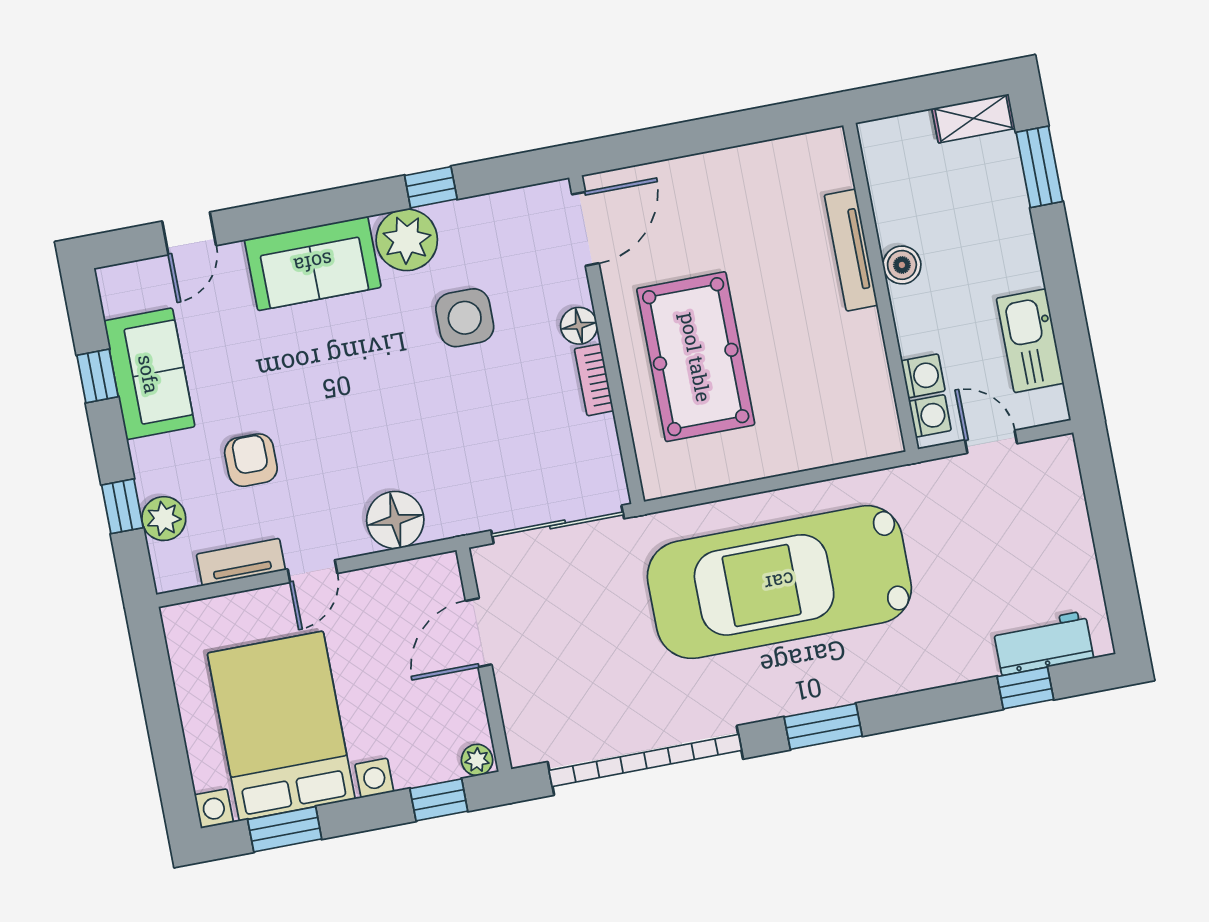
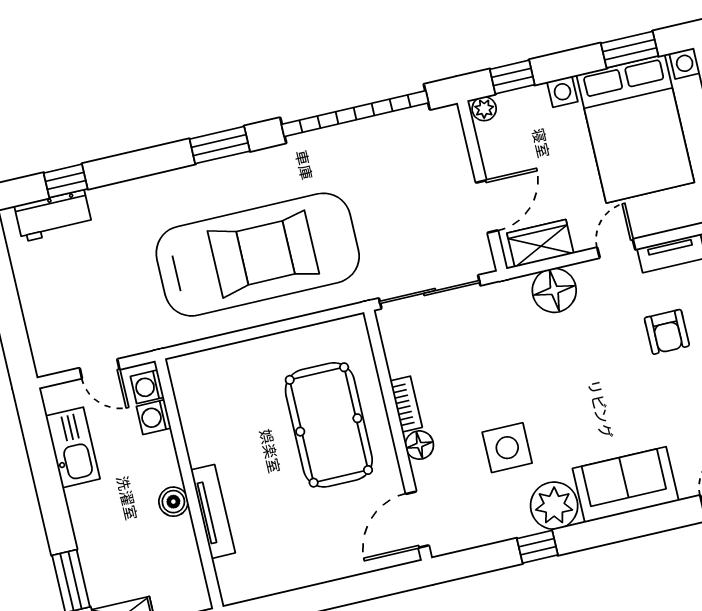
wardrobe: (411, 582) -> (540, 243), added

